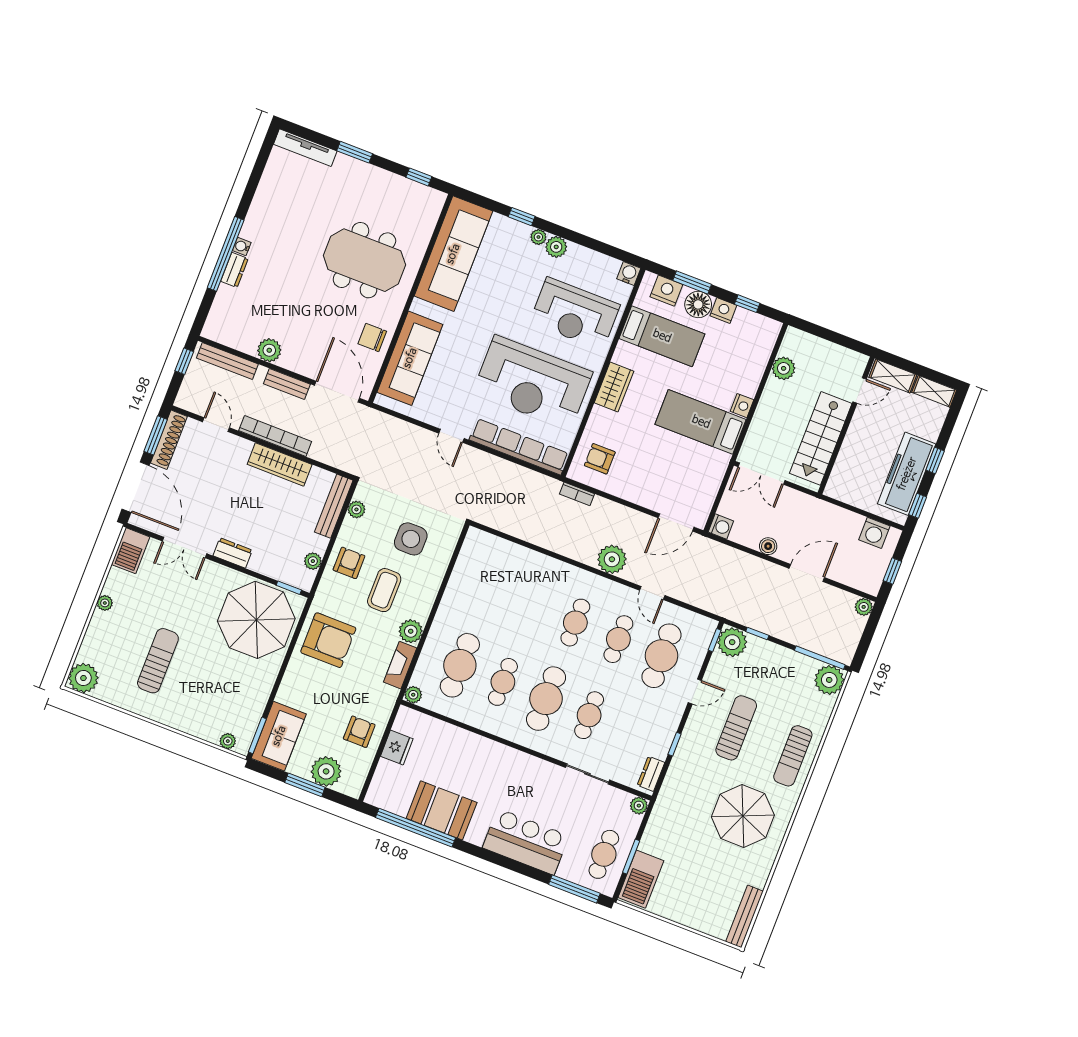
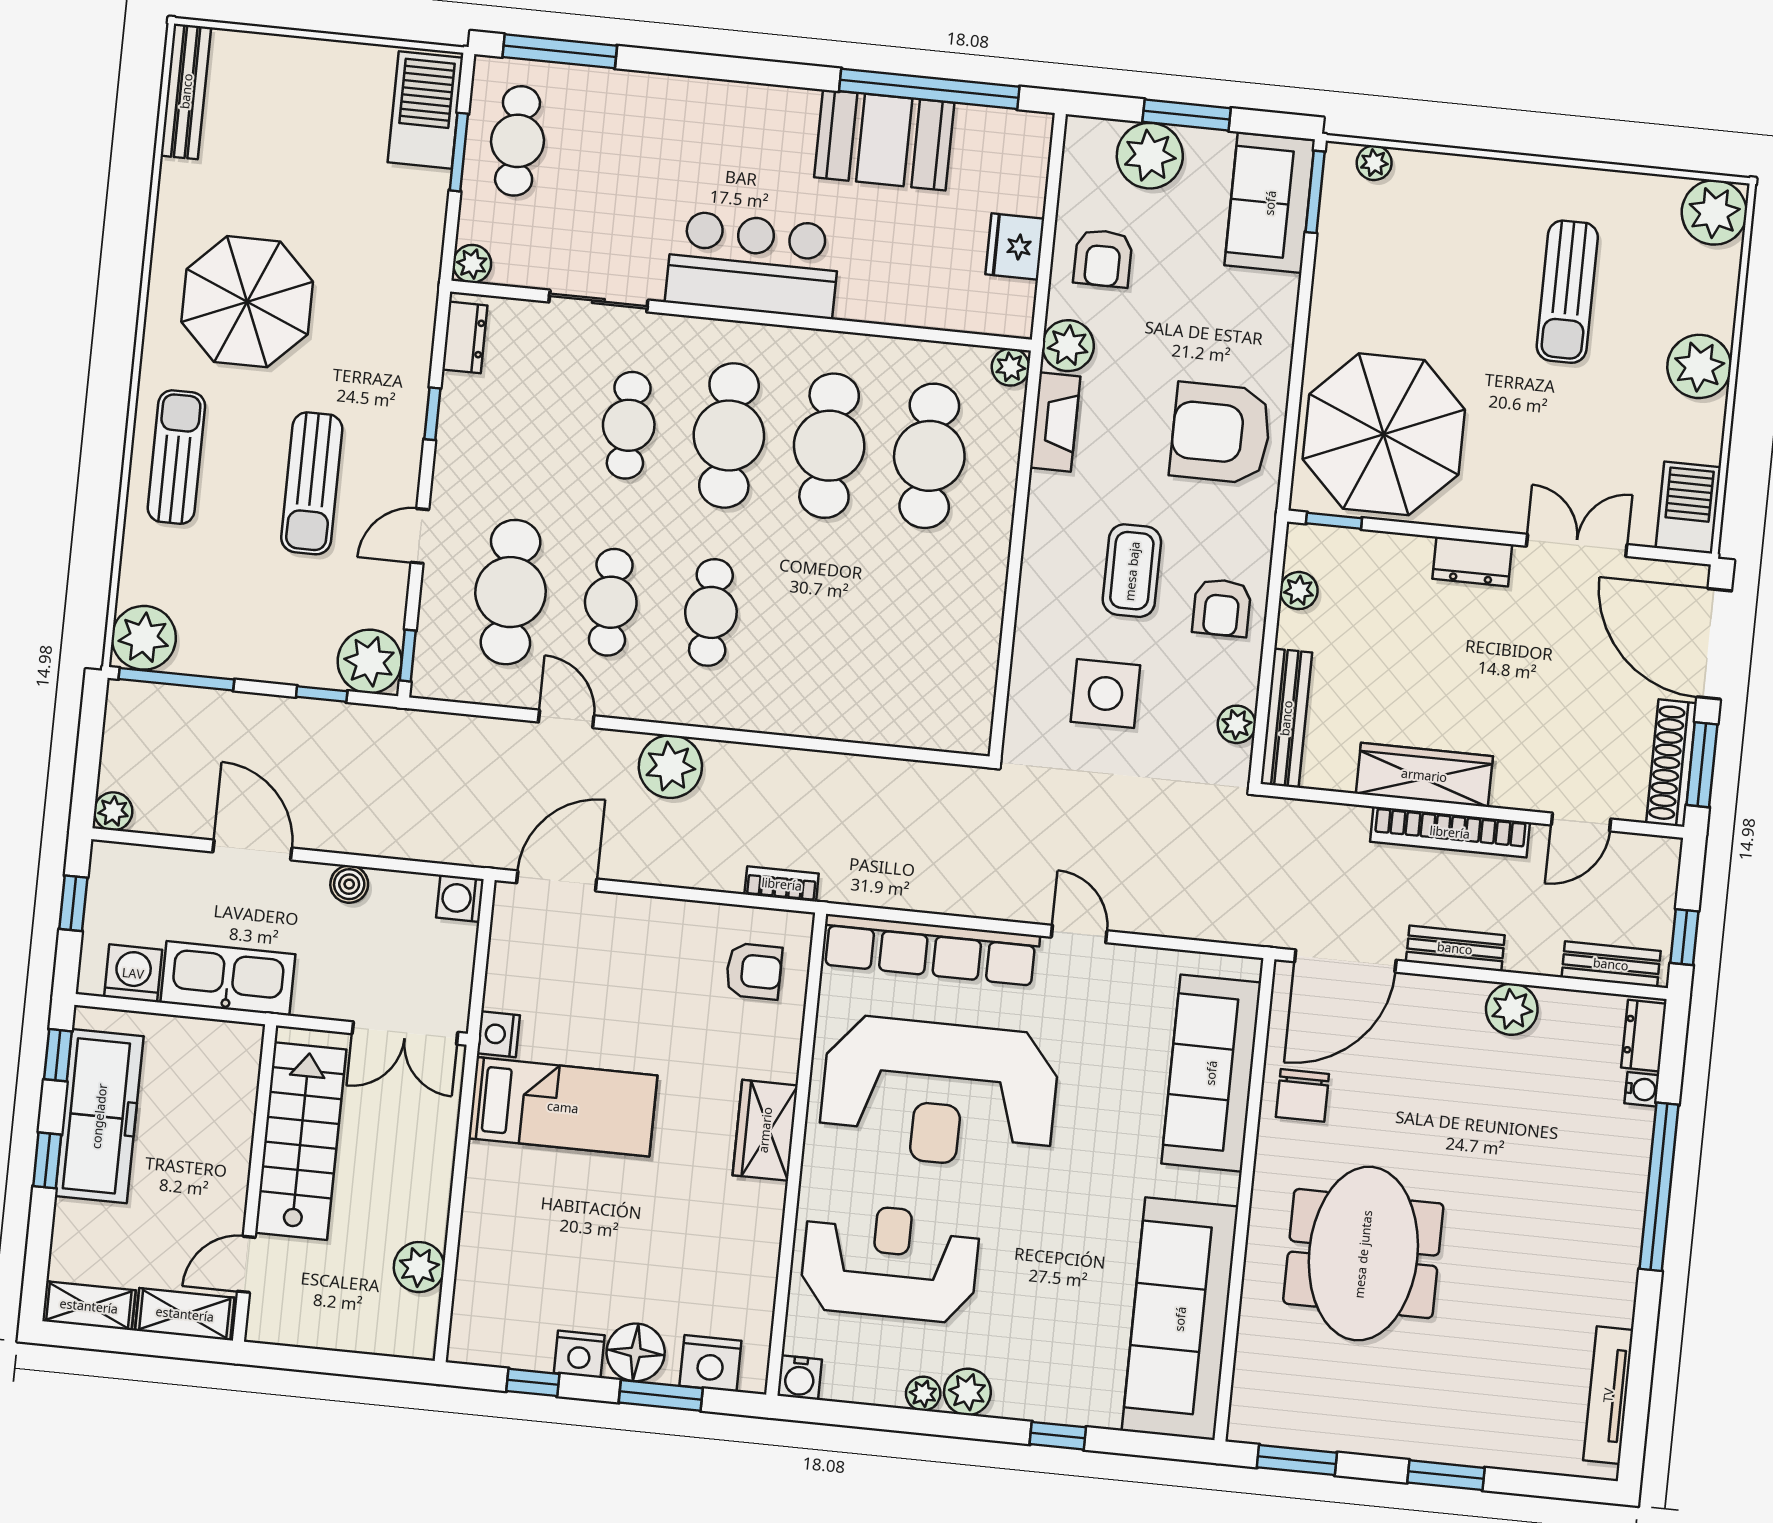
tv unit: (305, 148) -> (1608, 1395), moved, turned -90
window: (419, 177) -> (1297, 1460), width x1.50
plant: (538, 237) -> (923, 1394), moved
water cooler: (242, 246) -> (1642, 1089), moved
meeting table: (364, 260) -> (1363, 1254), turned 90
dresser: (234, 270) -> (1644, 1036), moved
bed: (662, 336) -> (694, 1265), removed
chair: (372, 337) -> (1302, 1095), turned 90
bench: (227, 361) -> (1611, 964), width x0.73
reception desk: (533, 382) -> (939, 1093), turned 180
door: (337, 392) -> (1345, 961), hinge flipped
nightstand: (742, 406) -> (498, 1034), moved
door: (216, 425) -> (1581, 822), hinge flipped
double door: (762, 474) -> (405, 1033), swing flipped
kitchen sink: (833, 519) -> (228, 978), added
door: (807, 573) -> (252, 850), swing flipped
plant: (105, 603) -> (1699, 366), width x1.87, depth x1.87
plant: (411, 631) -> (1068, 346), moved
cafe table: (503, 682) -> (829, 446), width x1.37, depth x1.35
bar counter: (526, 842) -> (753, 264), moved, turned 180

